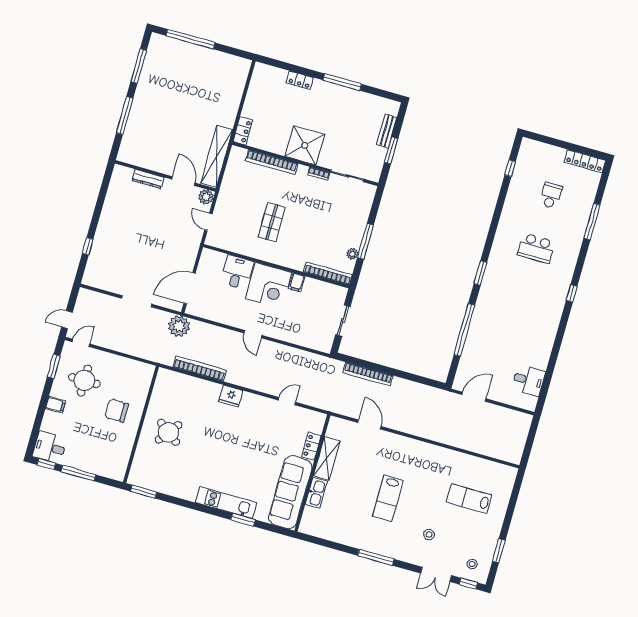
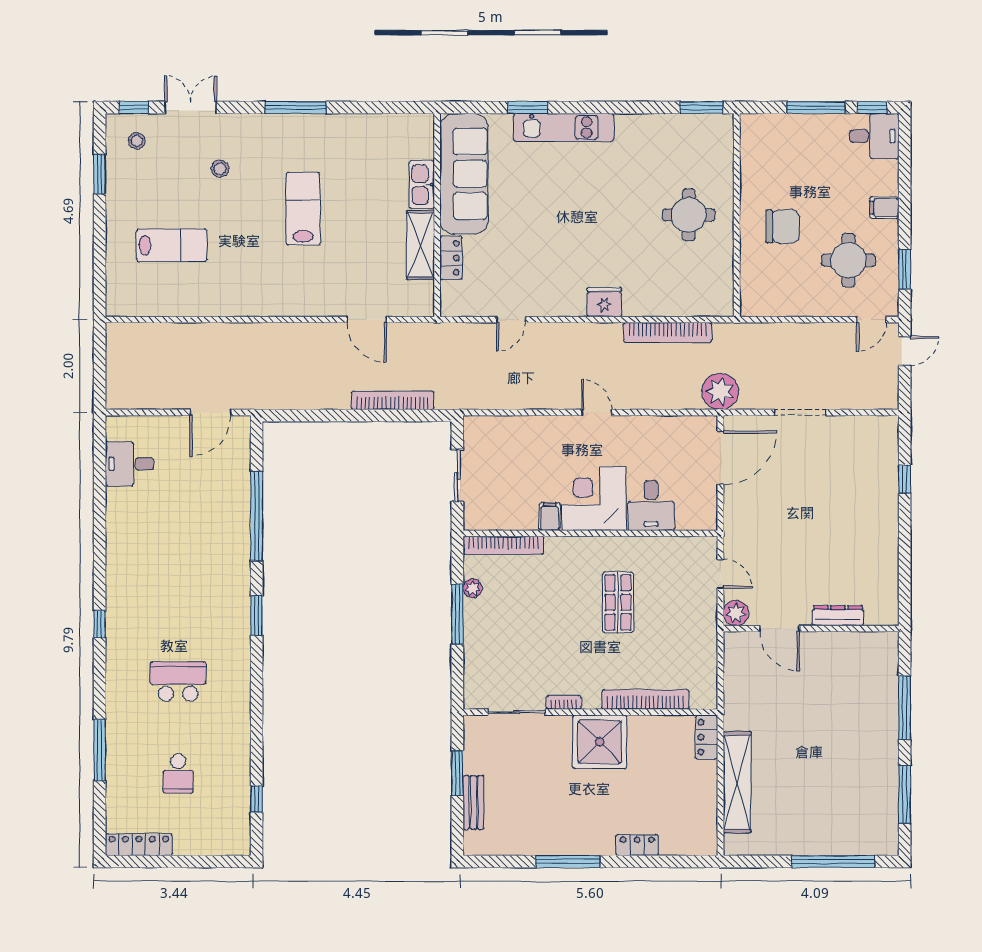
shelving: (217, 156) -> (737, 782), moved
round table: (168, 432) -> (689, 215), turned -37

